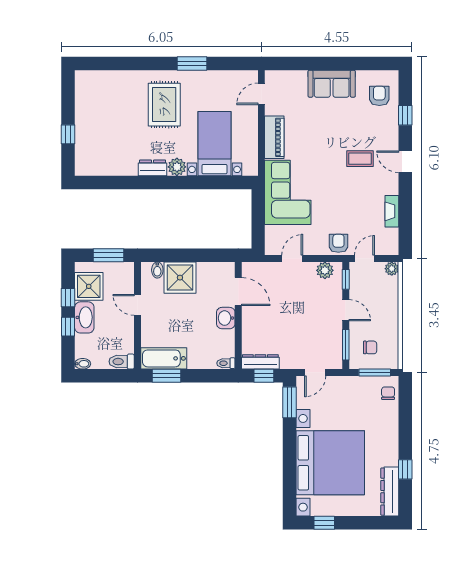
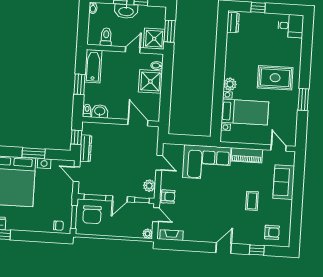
sofa: (332, 84) -> (284, 182), moved
desk: (91, 87) -> (291, 26), added
coffee table: (360, 159) -> (252, 201), moved
dresser: (153, 168) -> (233, 23), moved
fireplace: (392, 211) -> (171, 235), moved
shower: (89, 286) -> (154, 39), moved
door: (238, 292) -> (138, 123), swing flipped
washbasin: (226, 318) -> (100, 111), moved
chair: (370, 347) -> (92, 215), width x1.87, depth x1.87
toilet: (122, 362) -> (106, 37), moved
dresser: (260, 362) -> (86, 148), moved
window: (167, 376) -> (80, 84), moved
window: (290, 402) -> (34, 153), moved

